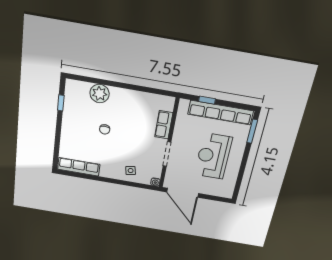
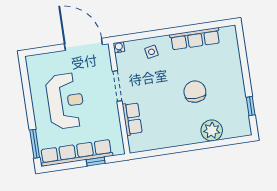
chair: (105, 129) -> (195, 92), width x1.87, depth x1.87
row of seats: (79, 167) -> (195, 39), moved

